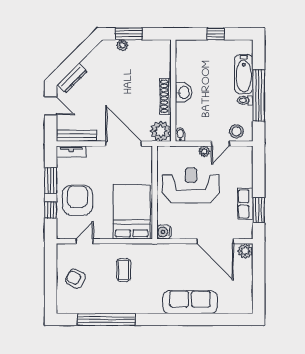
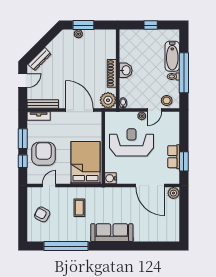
door: (51, 106) -> (23, 81), hinge flipped
sofa: (190, 302) -> (112, 233), moved

